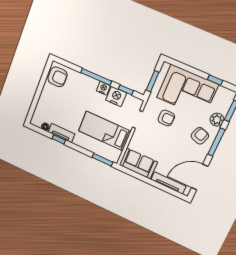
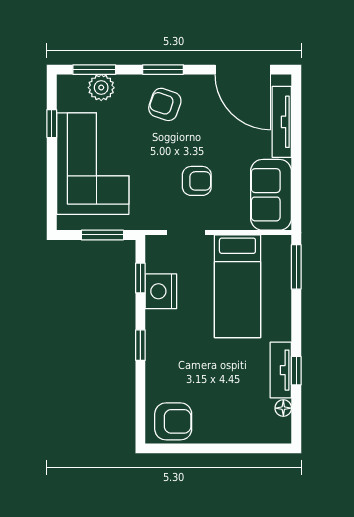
armchair: (58, 77) -> (173, 421), turned 90
window: (96, 77) -> (140, 345), width x0.46
nightstand: (103, 88) -> (156, 322), removed
armchair: (166, 118) -> (197, 181), moved, turned 90
plant: (217, 120) -> (101, 88), moved
window: (216, 142) -> (163, 70), width x0.69

